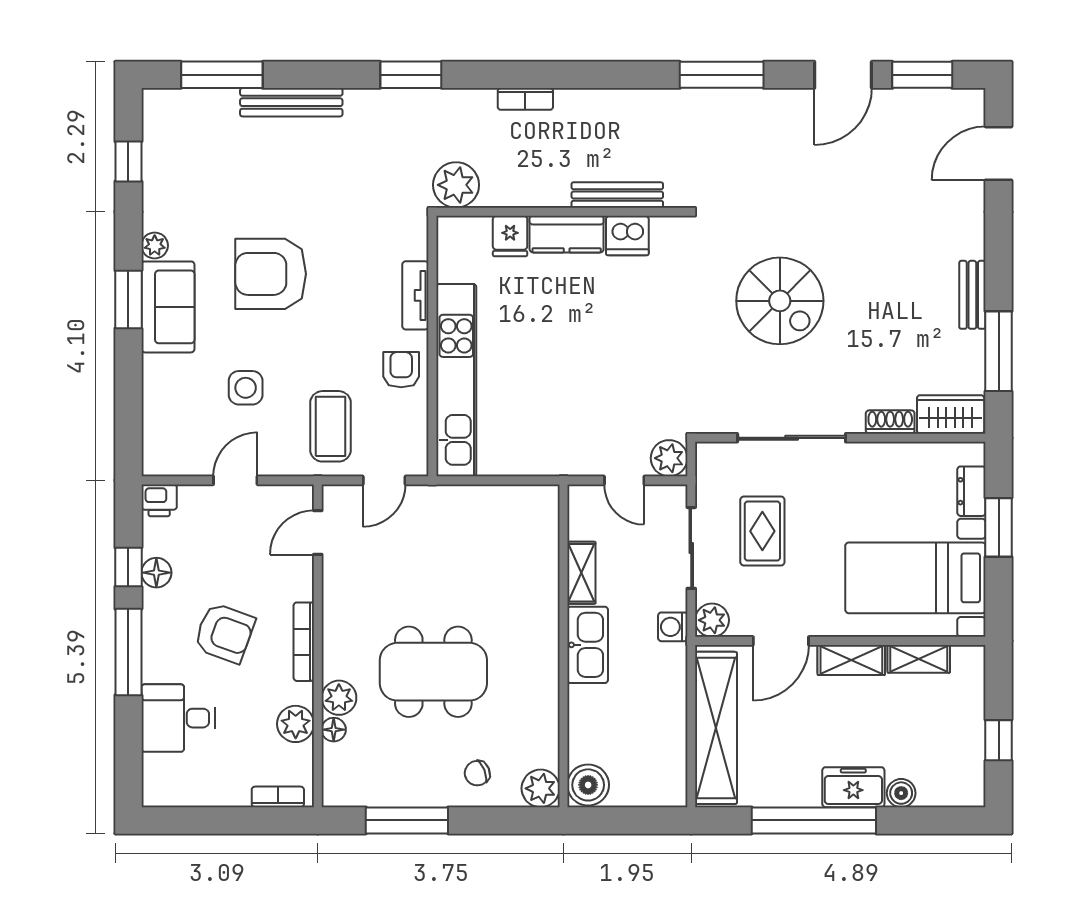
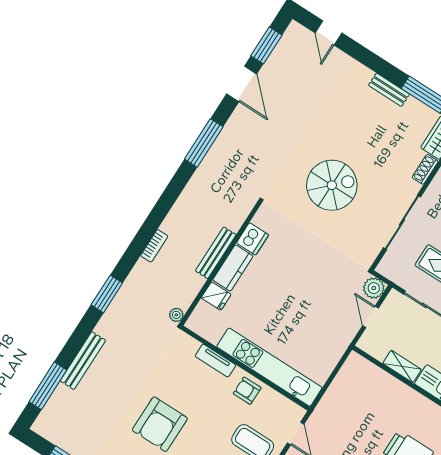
door: (999, 153) -> (328, 33), width x0.73
plant: (456, 185) -> (176, 315), width x0.53, depth x0.53
bench: (617, 195) -> (216, 253), moved
door: (624, 480) -> (370, 317), swing flipped

